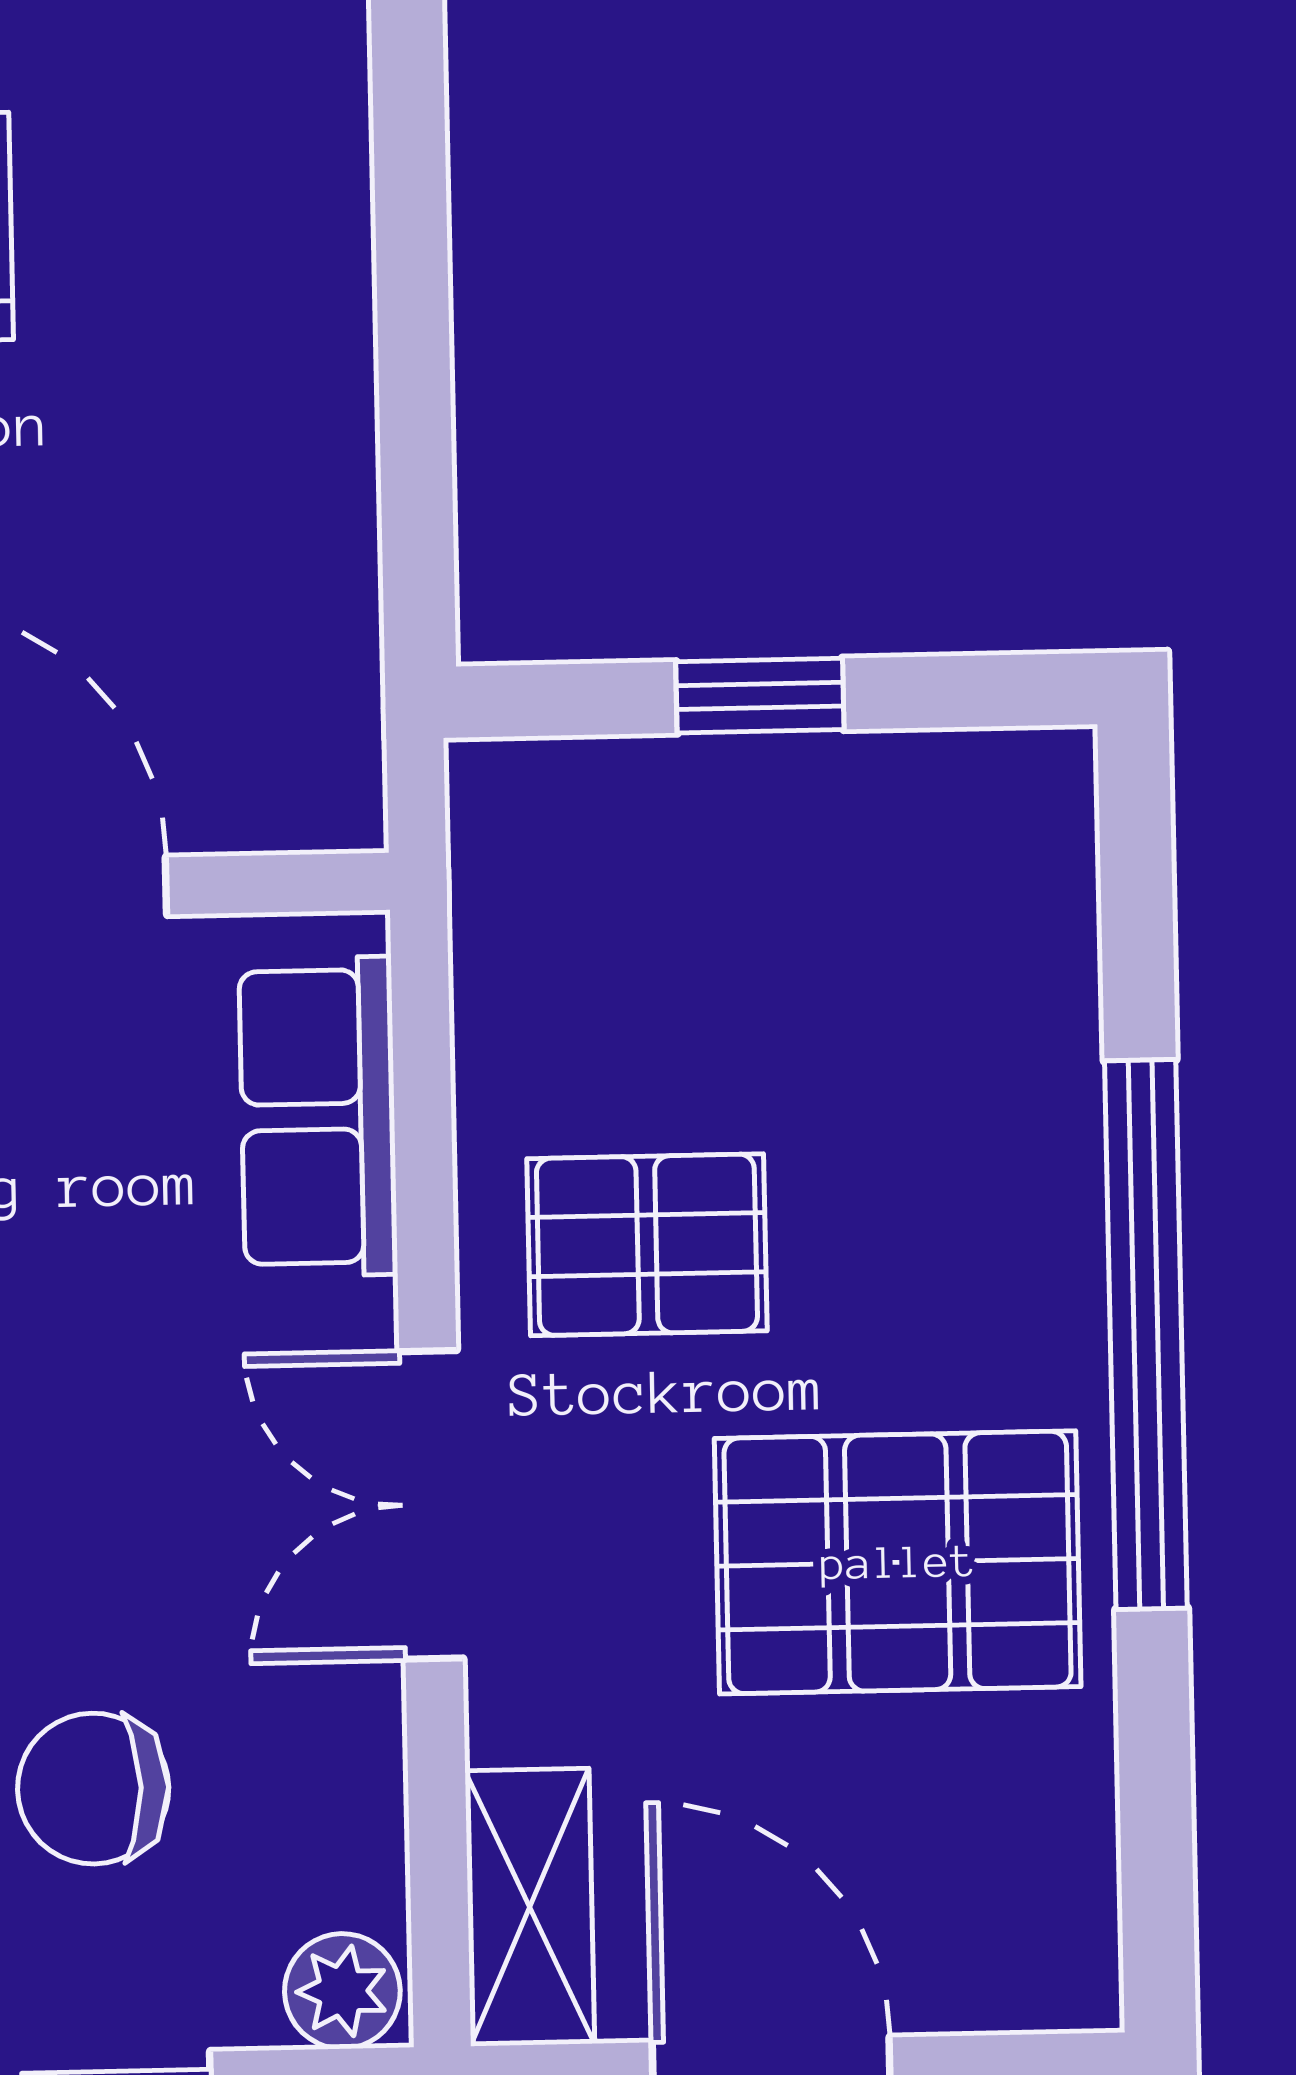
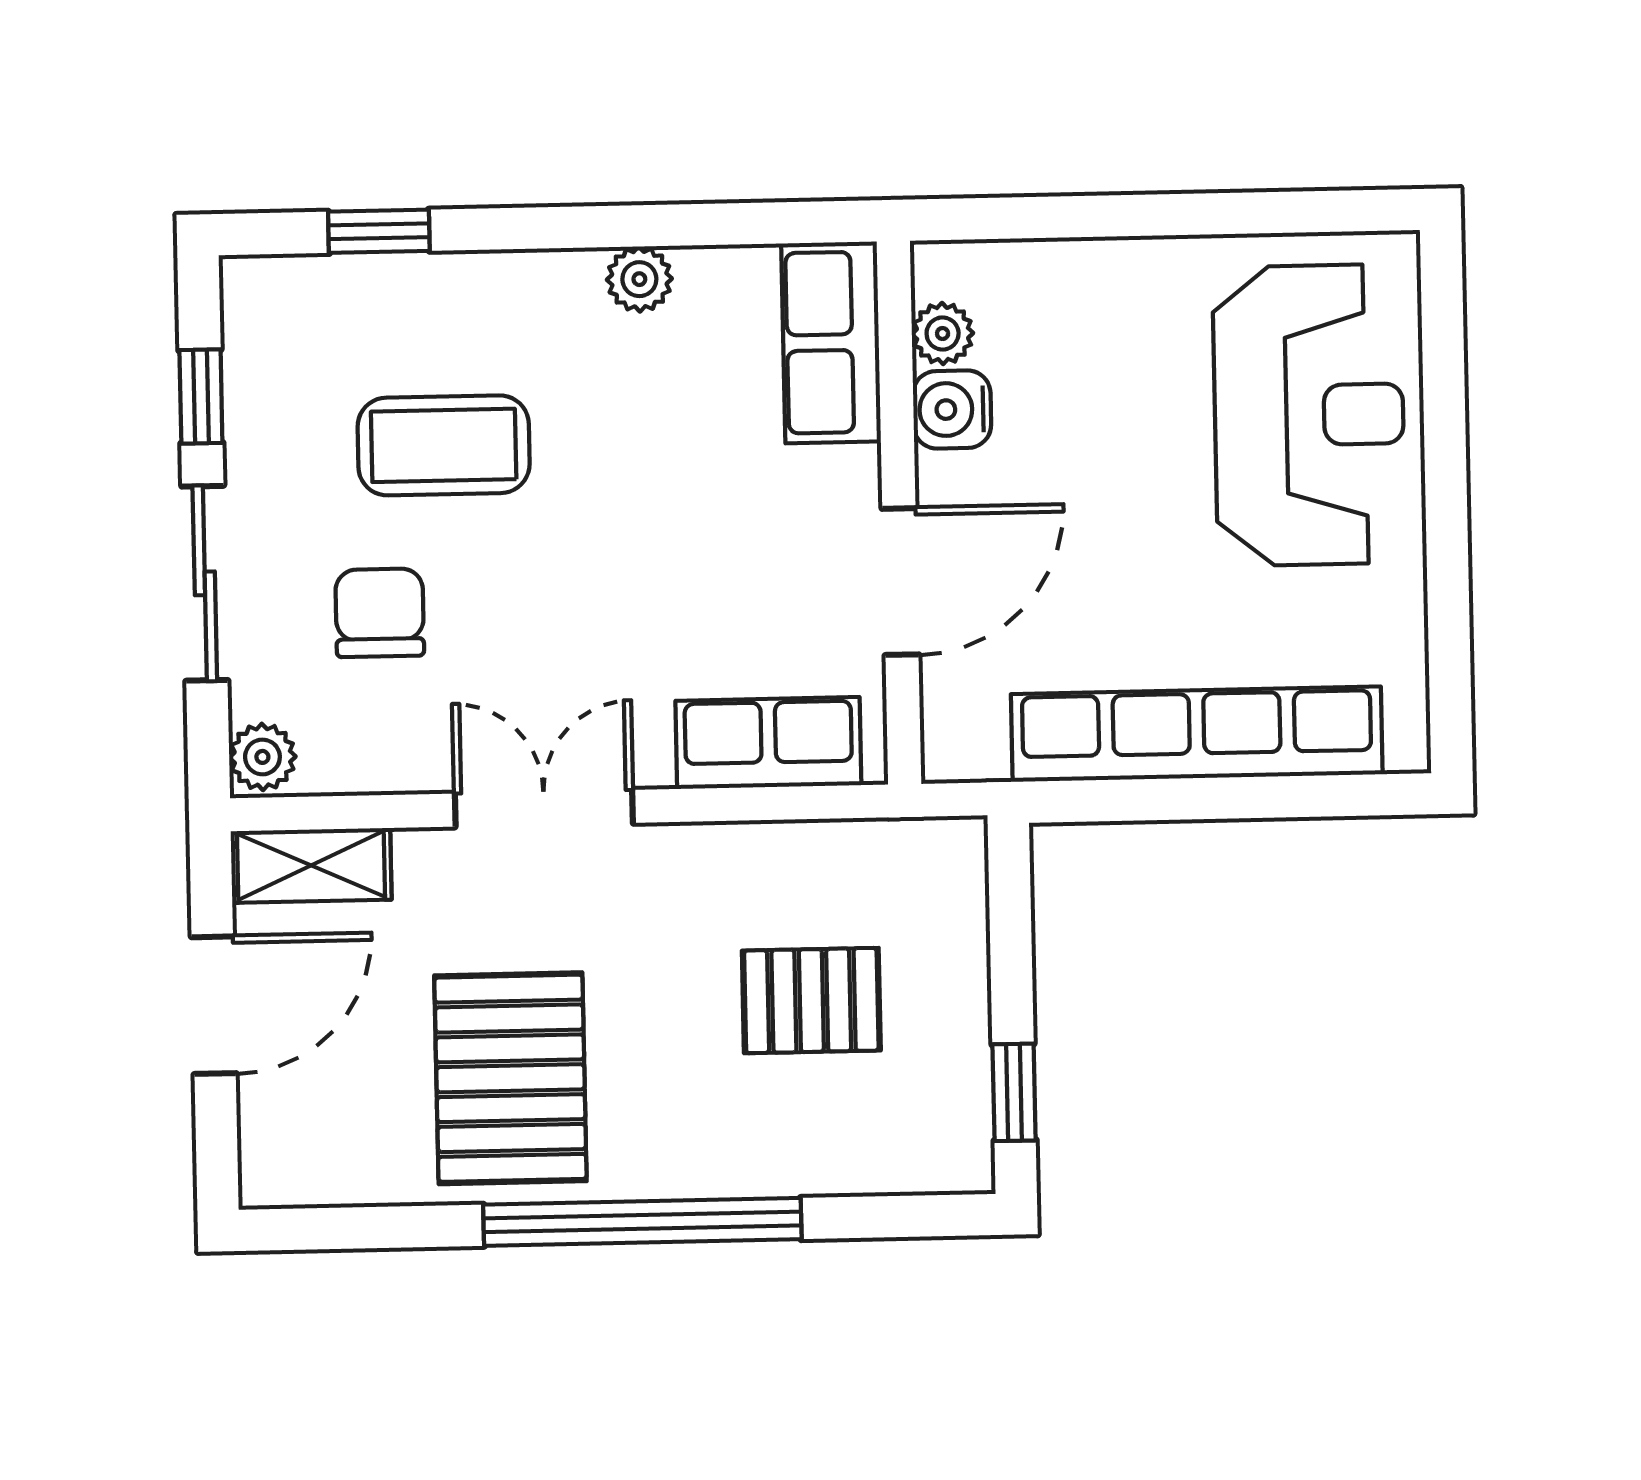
row of seats: (303, 377) -> (1197, 734), added
window: (760, 696) -> (1014, 1092), moved
pallet: (647, 1245) -> (811, 1001), moved, turned 90

